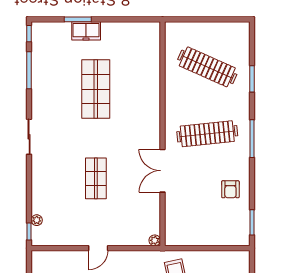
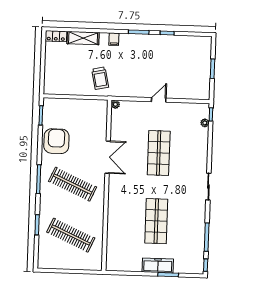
freezer: (86, 31) -> (158, 266), width x1.40
clothes rail: (207, 134) -> (73, 184), turned 30
shop shelf: (96, 178) -> (159, 153), width x1.43, depth x1.36
armchair: (230, 189) -> (56, 141), width x1.88, depth x1.88

